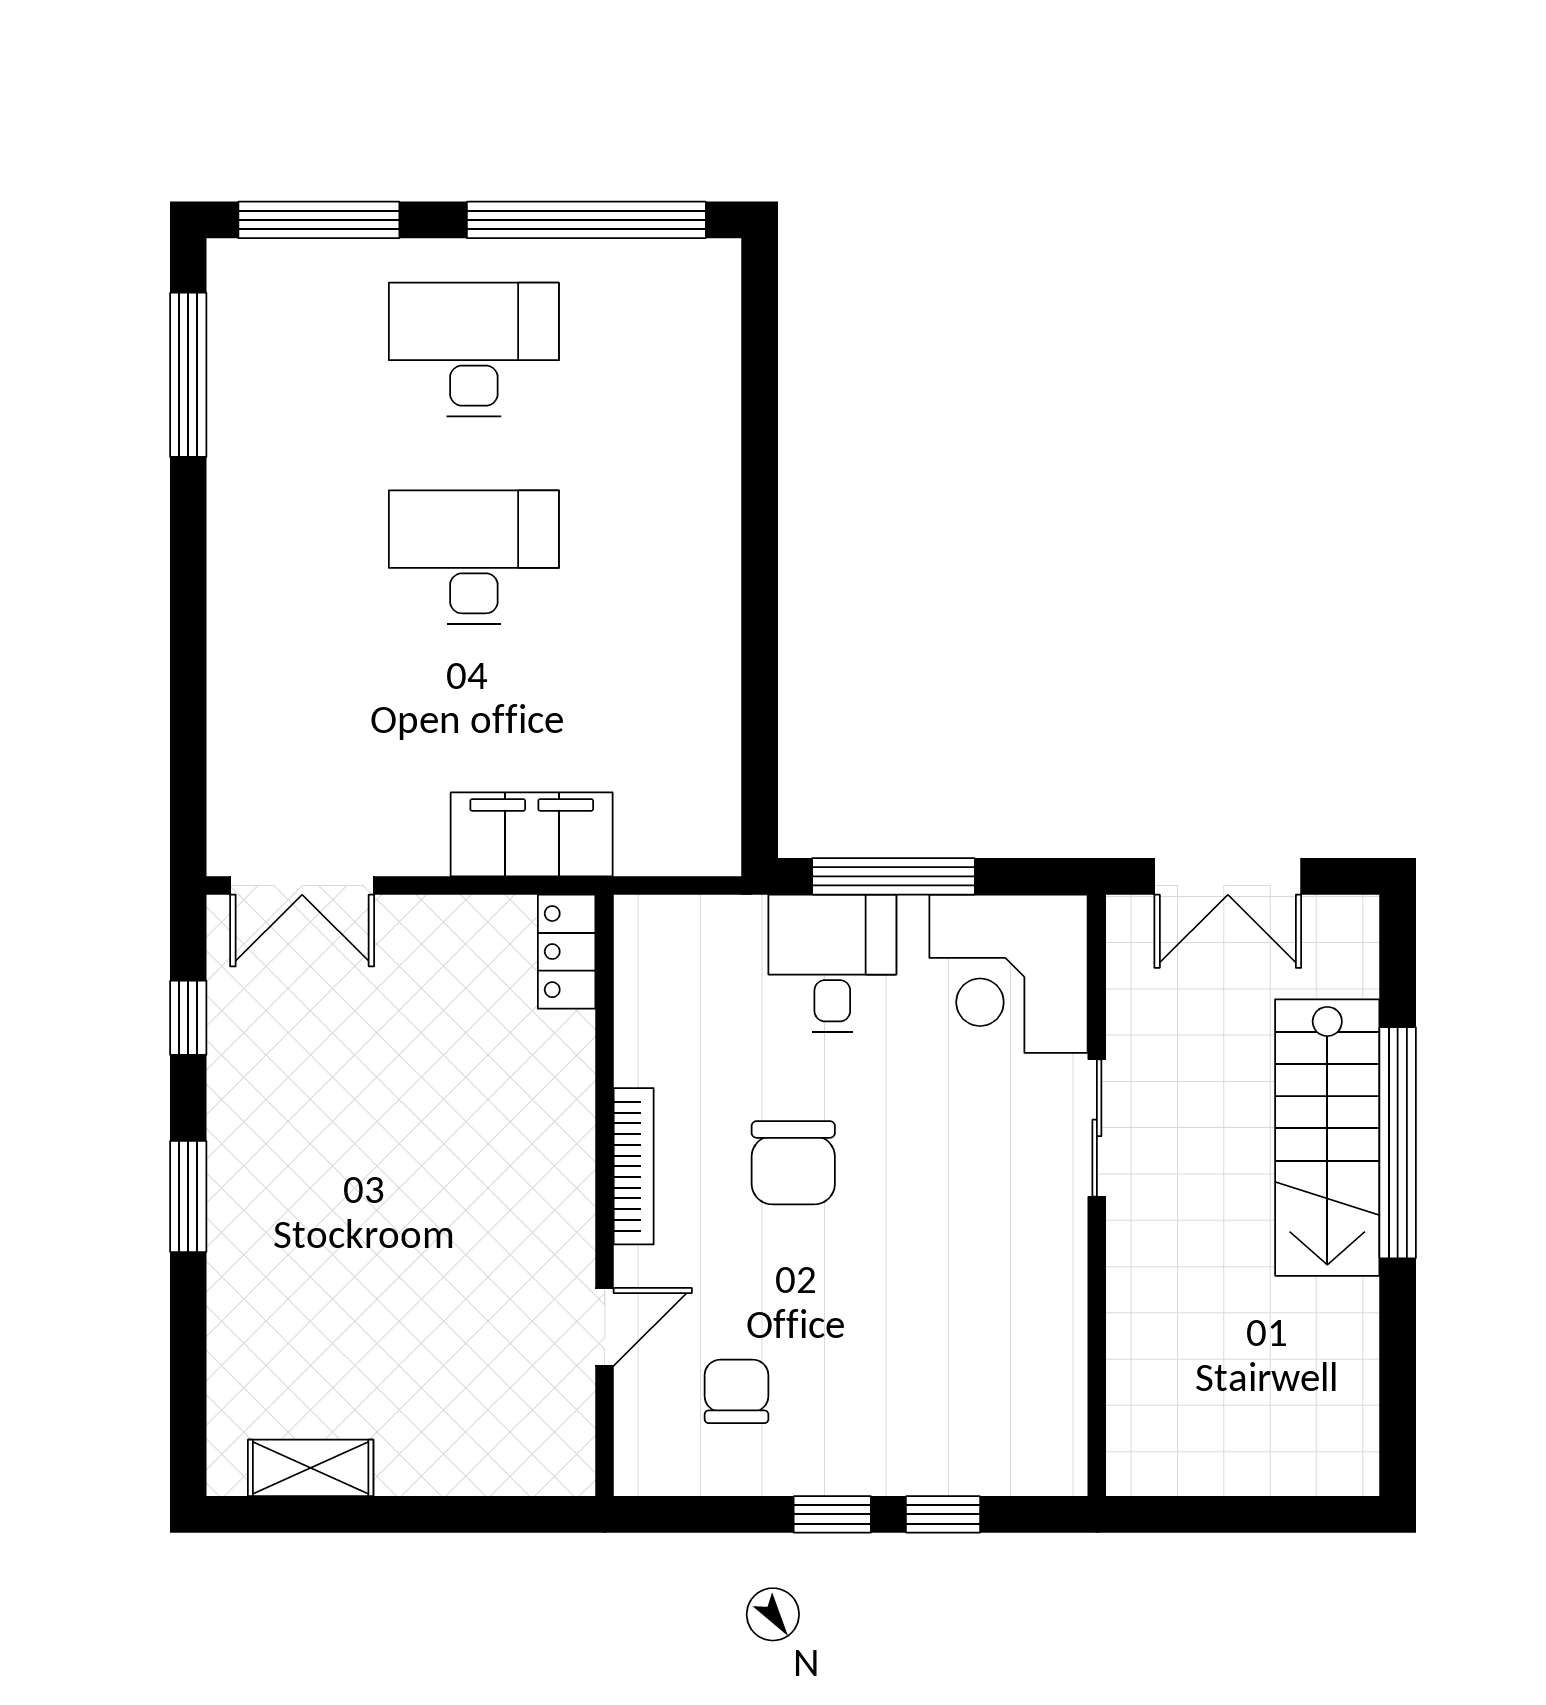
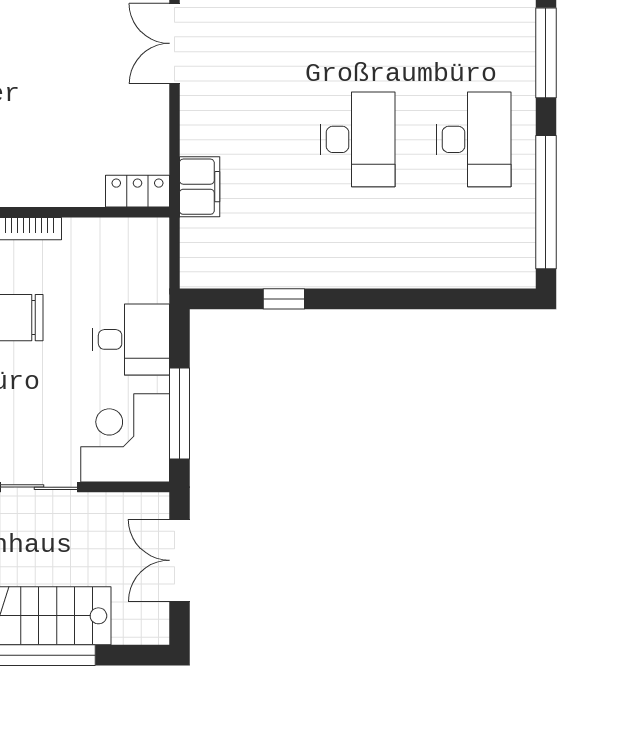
window: (760, 689) -> (284, 299), added
filing cabinet: (532, 834) -> (200, 187), width x0.67, depth x0.86
window: (893, 876) -> (180, 414), moved

